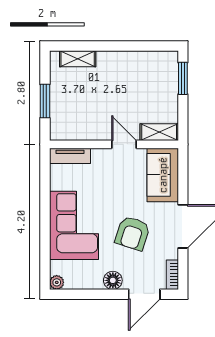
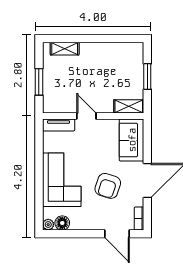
window: (183, 78) -> (147, 77), moved
door: (124, 144) -> (86, 116), moved
floor lamp: (113, 280) -> (62, 223), moved
door: (144, 294) -> (117, 234), hinge flipped

